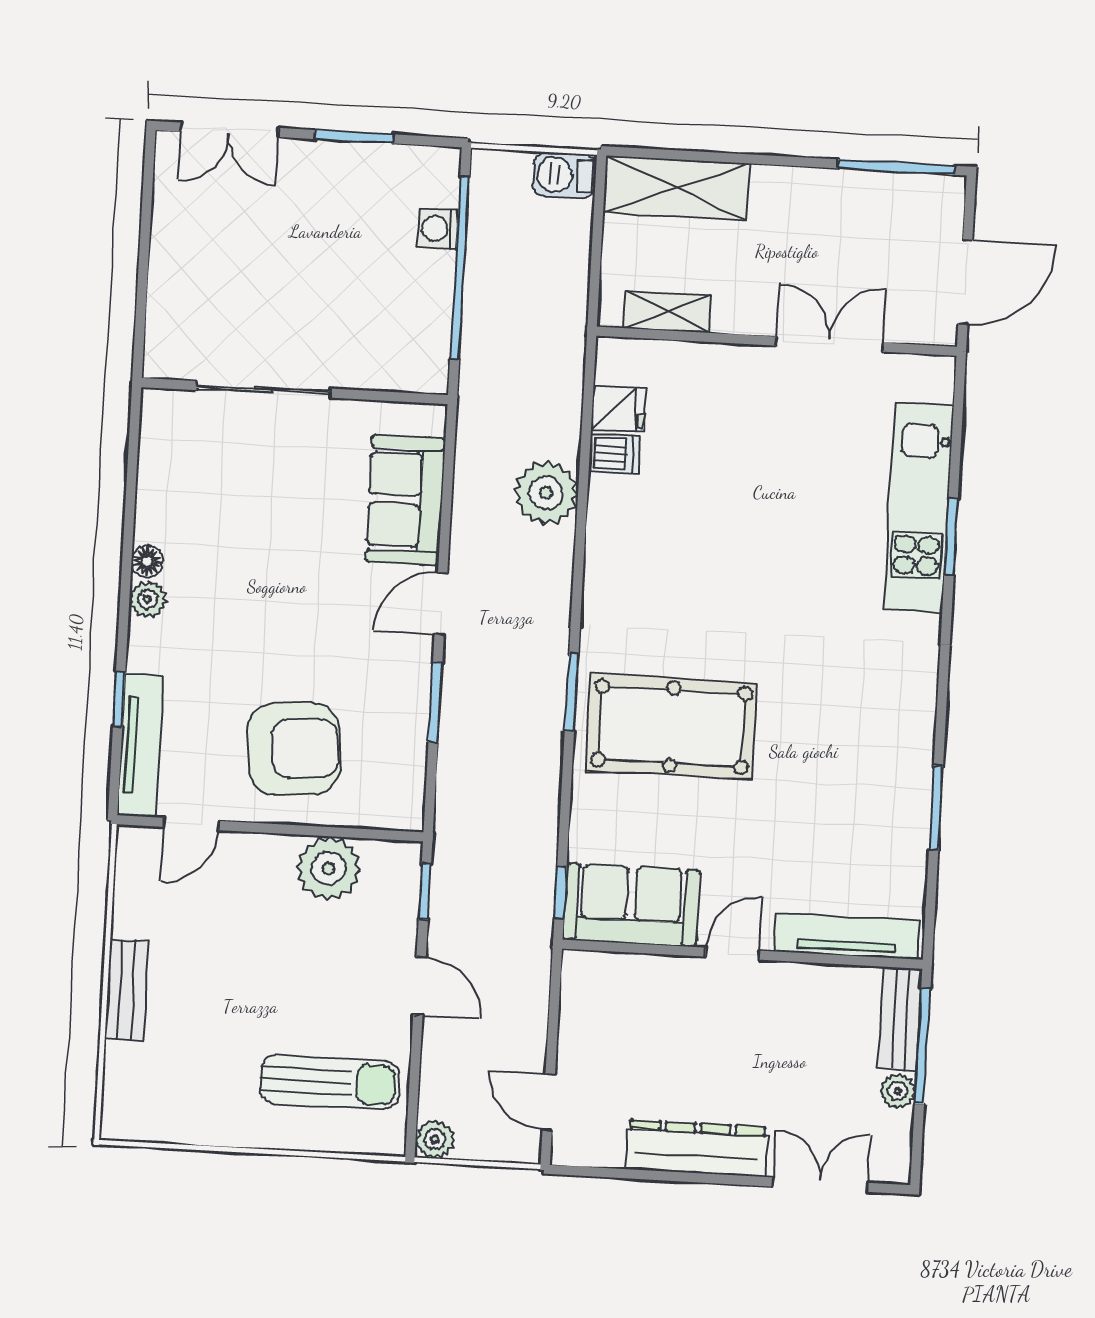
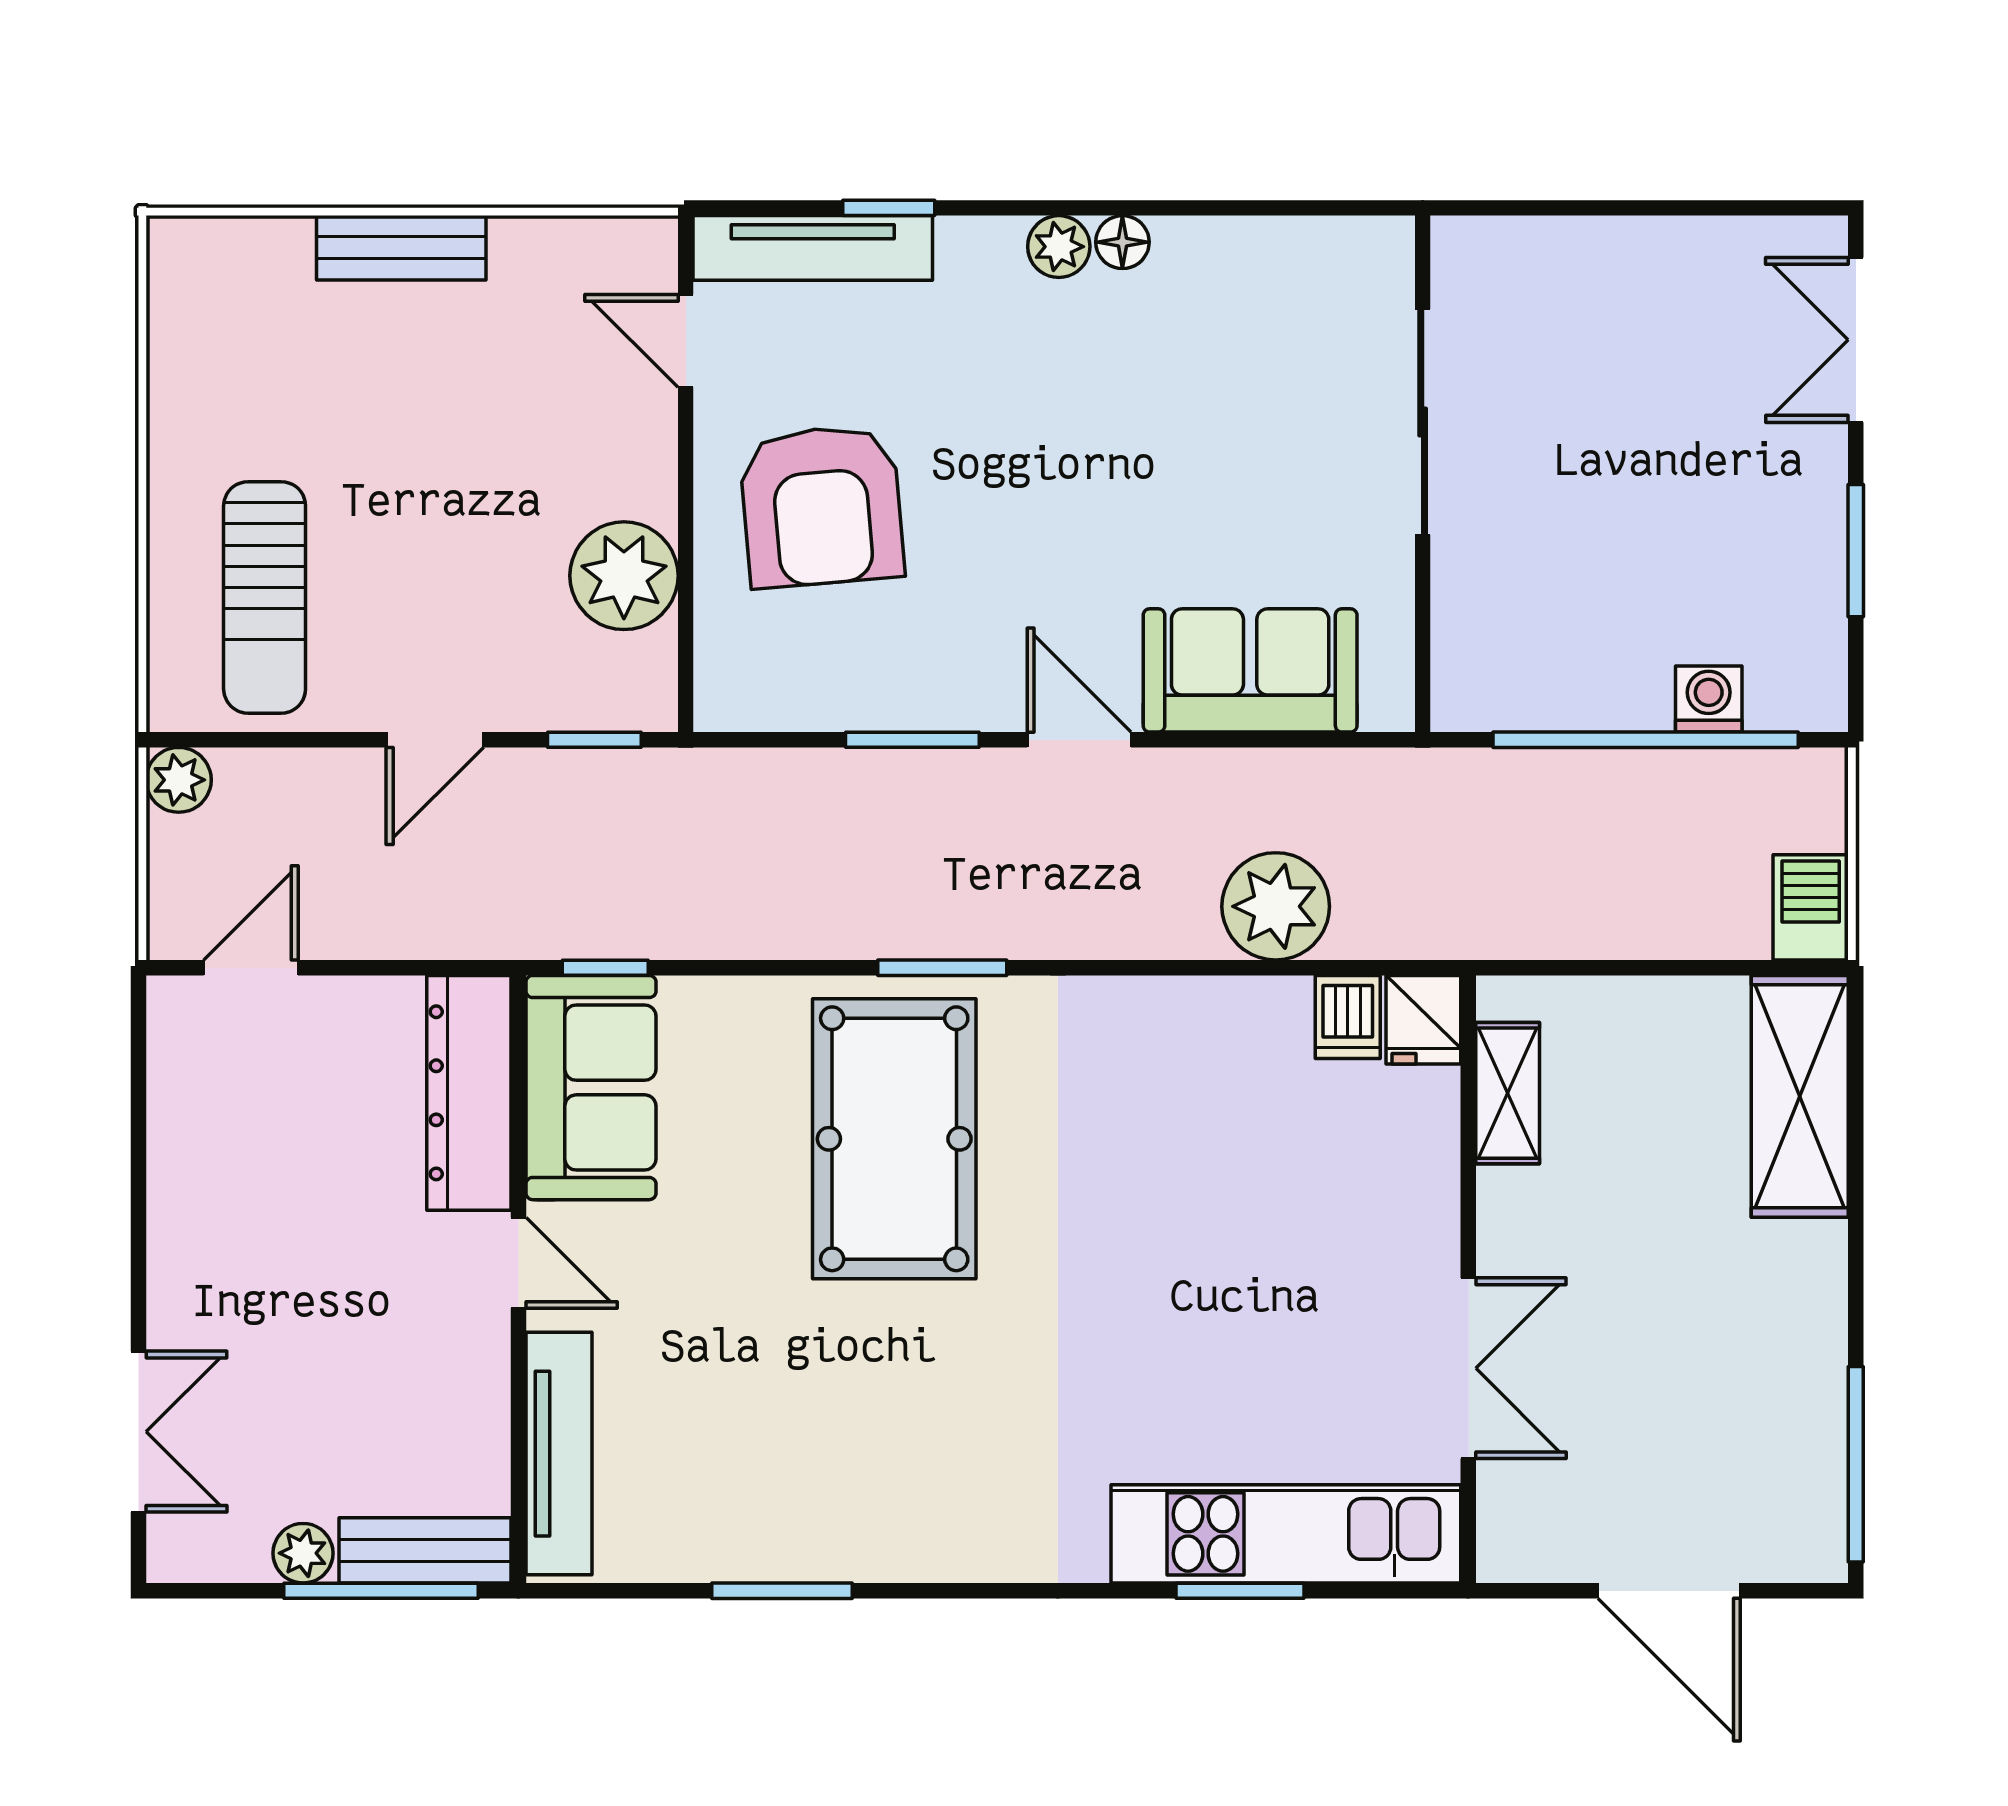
shelving: (668, 312) -> (1508, 1093), moved
wall: (777, 341) -> (1468, 1279), moved
double door: (829, 344) -> (1468, 1368), moved
dresser: (697, 1148) -> (469, 1093), moved, turned 180

